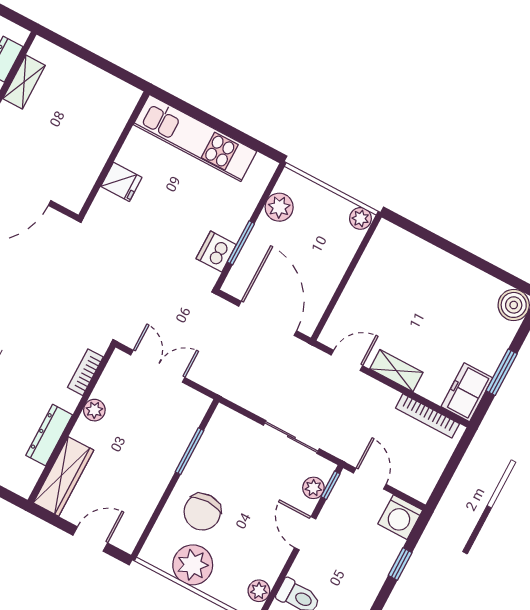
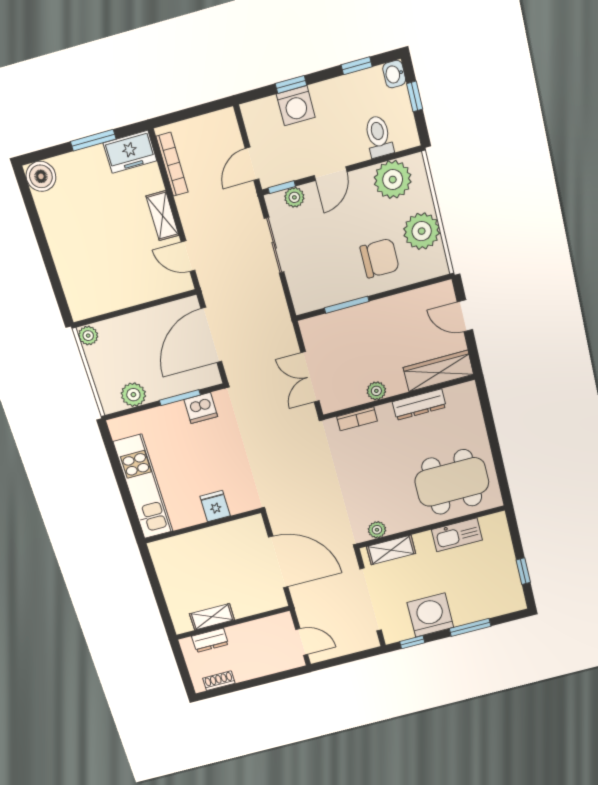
washing machine: (400, 517) -> (296, 106), moved, turned 90
plant: (259, 591) -> (393, 180), width x1.87, depth x1.87

